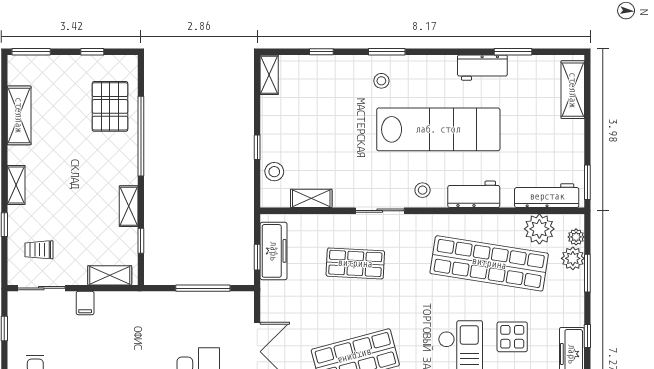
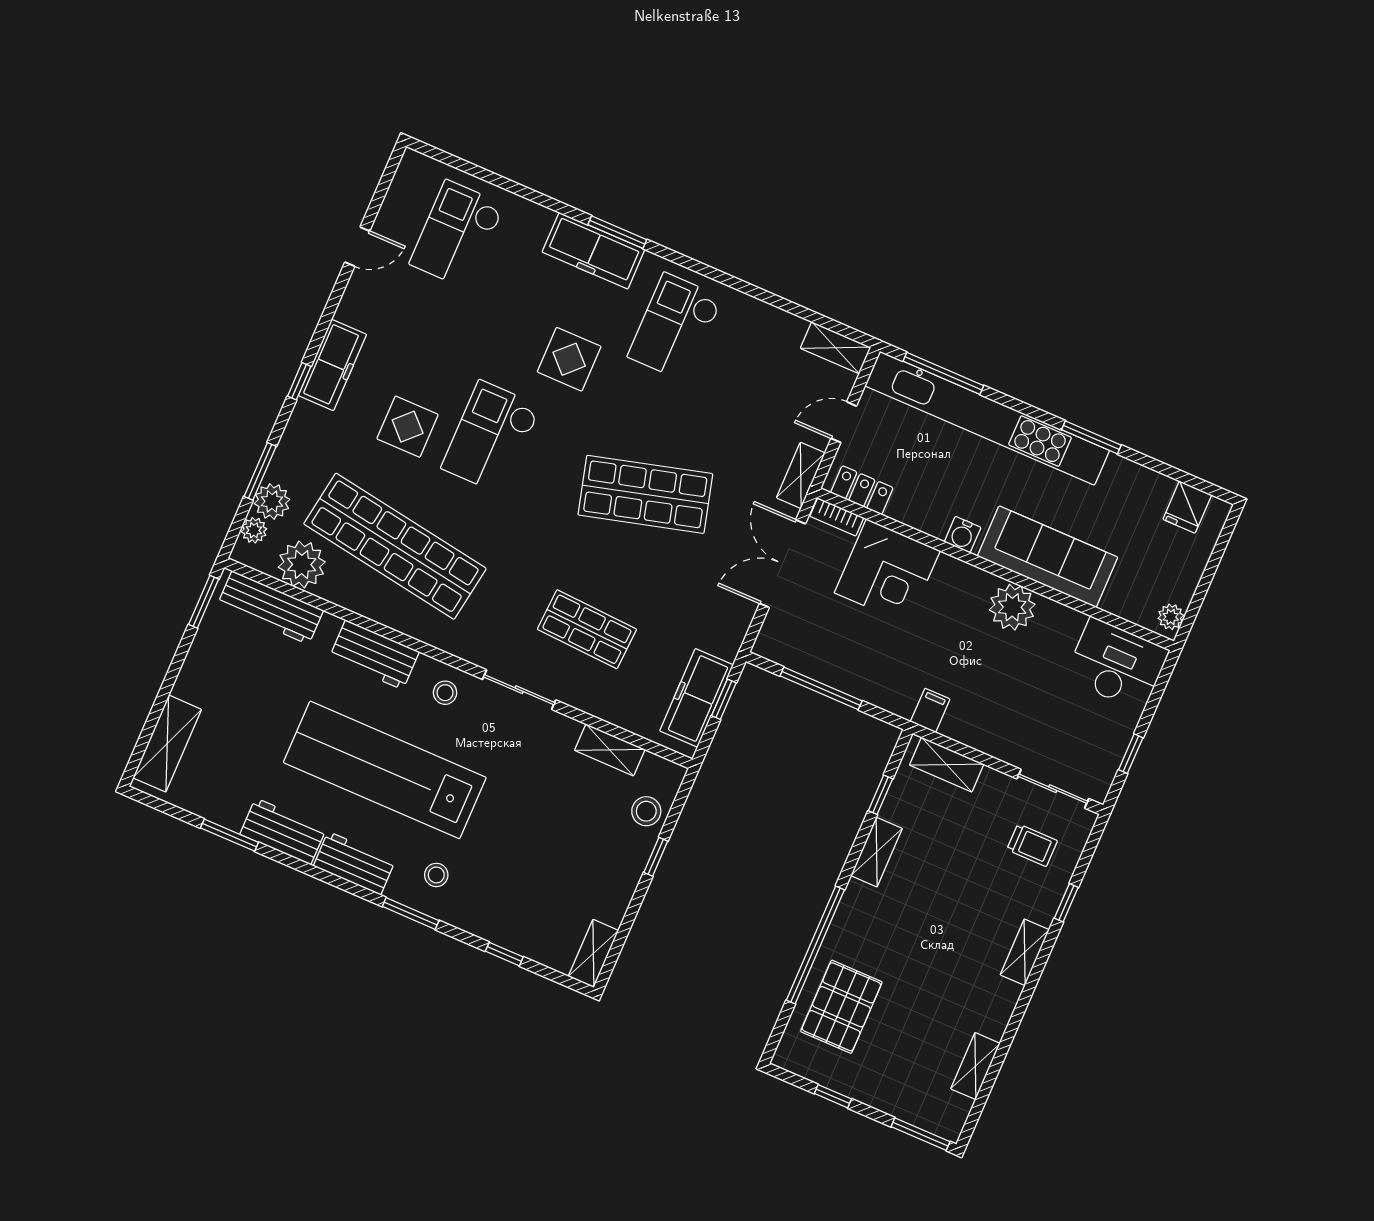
workbench: (432, 67) -> (354, 863), added
shelving: (19, 115) -> (975, 1066), width x0.67, depth x0.75
filing cabinet: (85, 303) -> (930, 710), moved

